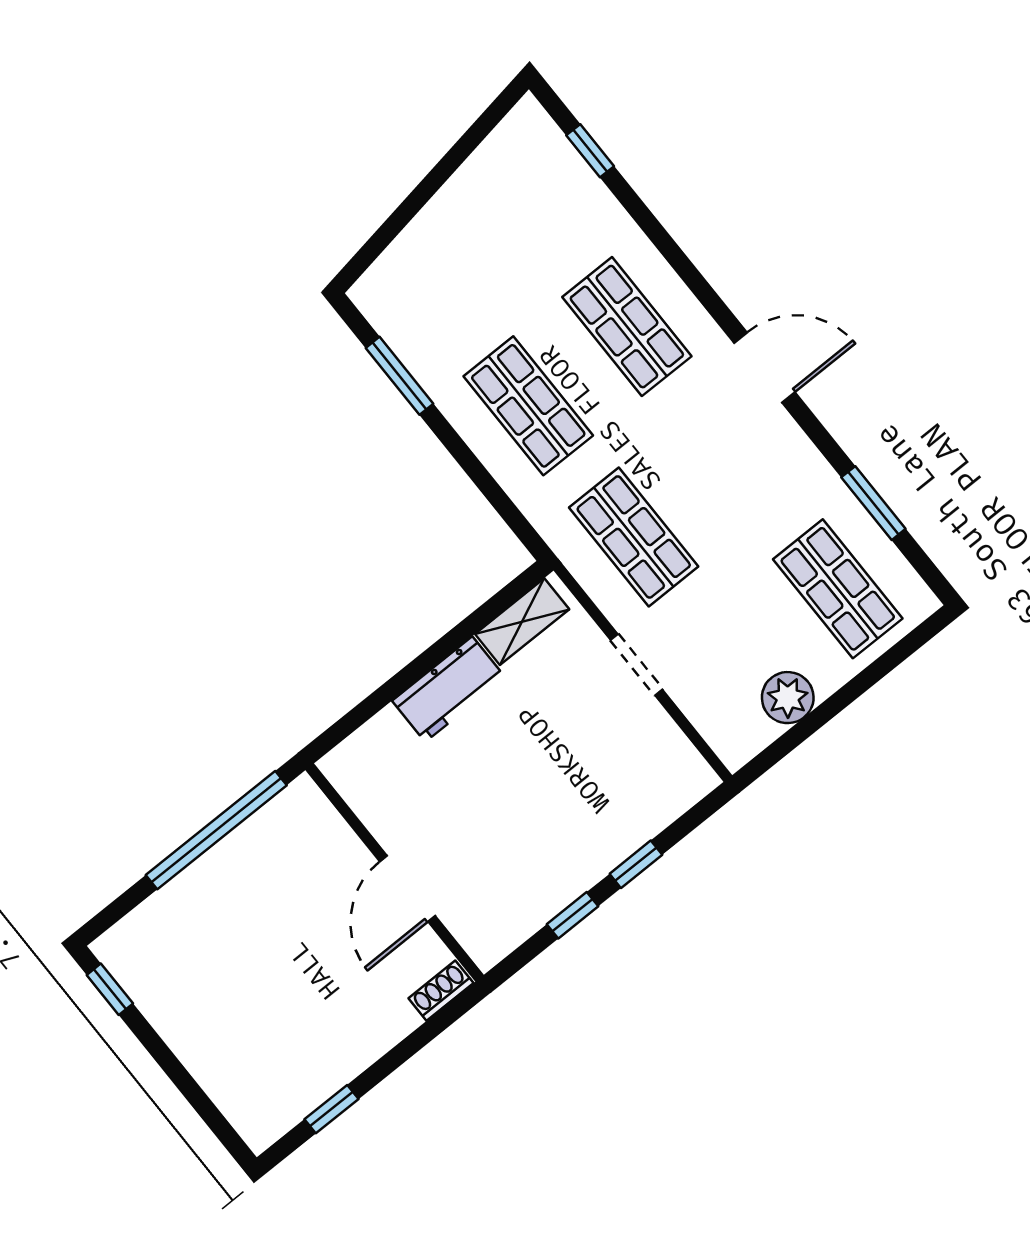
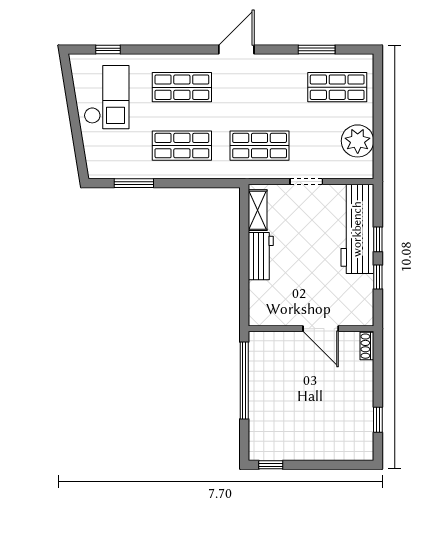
checkout: (508, 213) -> (107, 97), added
plant: (788, 698) -> (358, 141), width x1.36, depth x1.36
workbench: (626, 815) -> (357, 229), added

